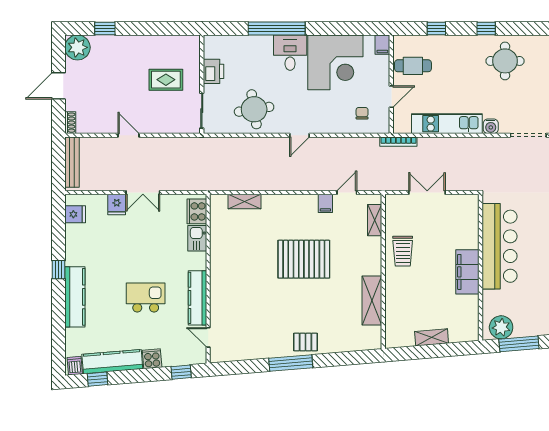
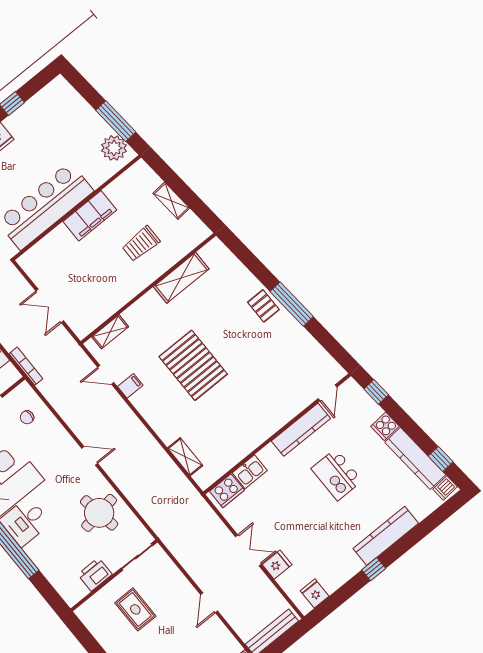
trolley: (403, 251) -> (141, 244), moved, turned 180

